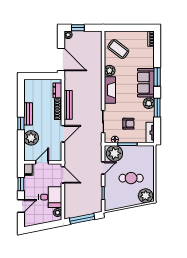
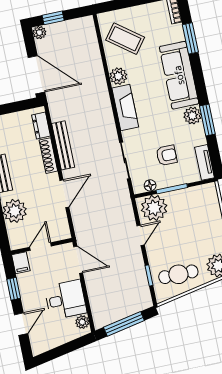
window: (157, 77) -> (190, 38), moved
sofa: (146, 83) -> (179, 75), width x1.36
cafe table: (131, 178) -> (178, 274), moved

